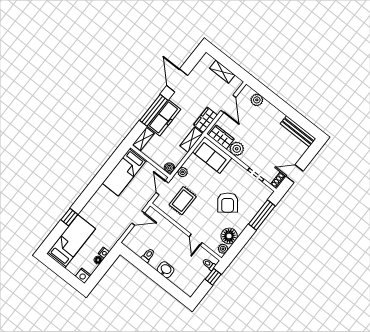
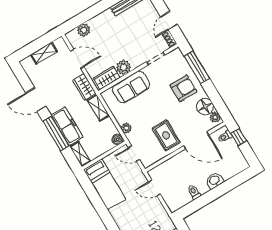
sofa: (212, 155) -> (131, 87), moved
rug: (183, 201) -> (166, 135), moved
armchair: (228, 203) -> (184, 88), moved, turned -52
door: (138, 218) -> (154, 188), swing flipped
door: (196, 240) -> (196, 140), width x1.87

